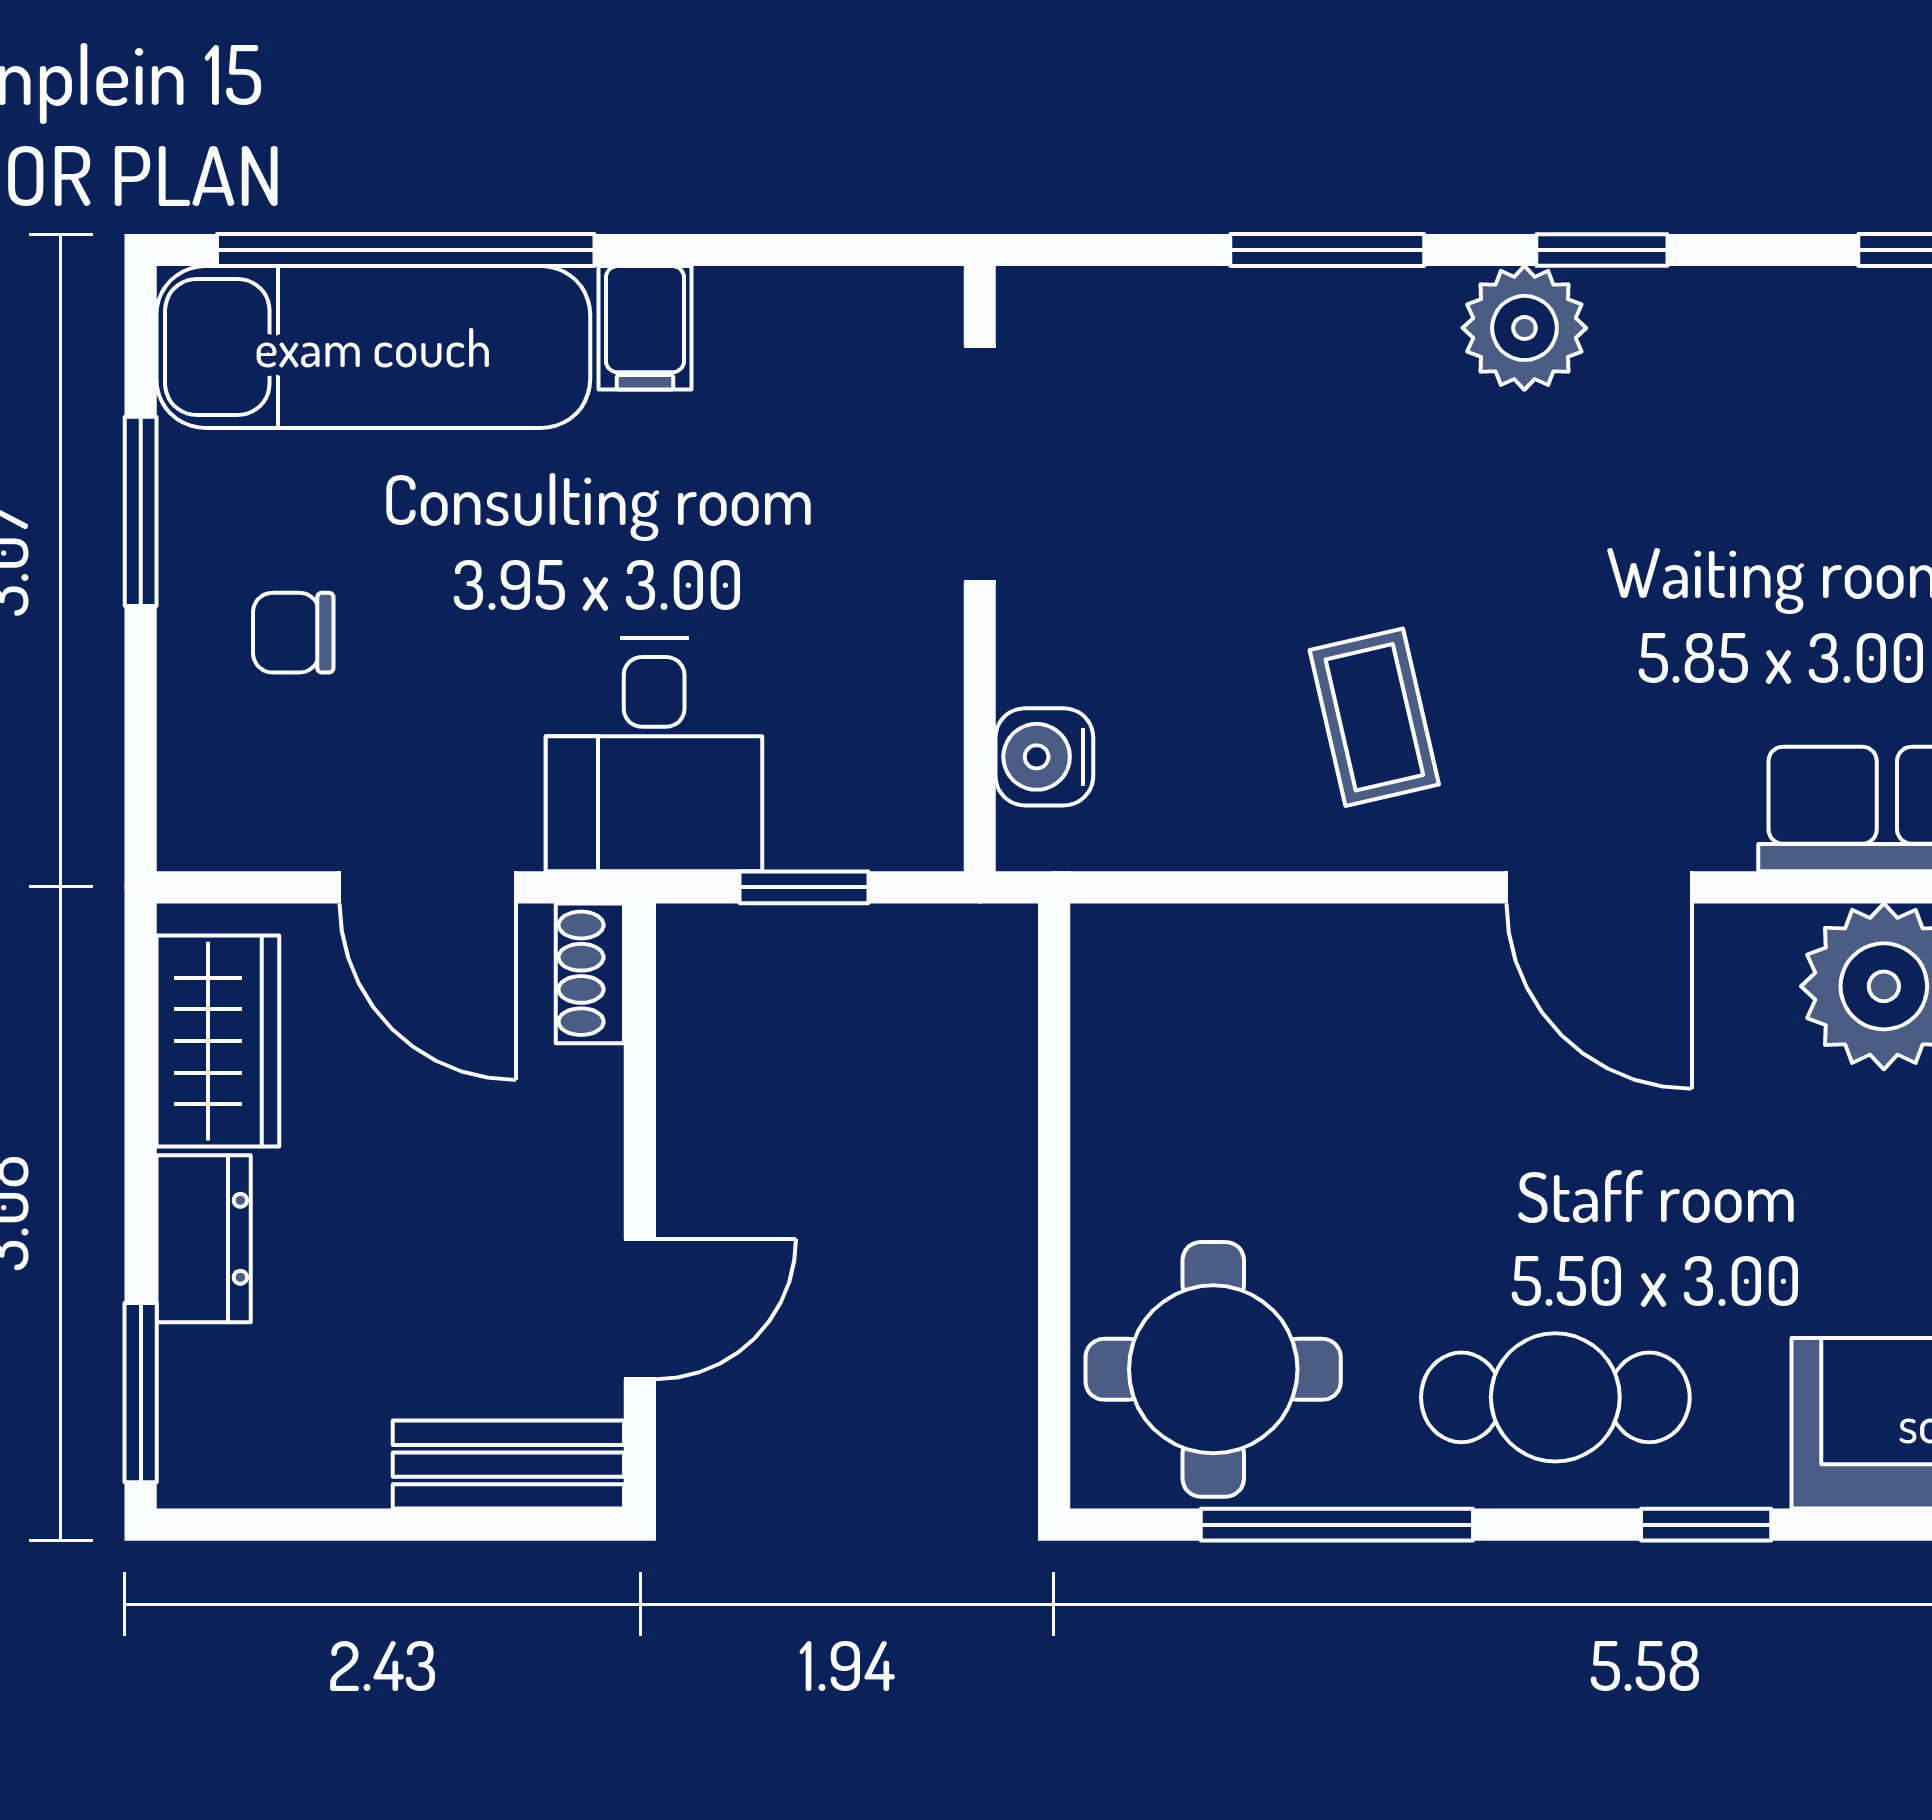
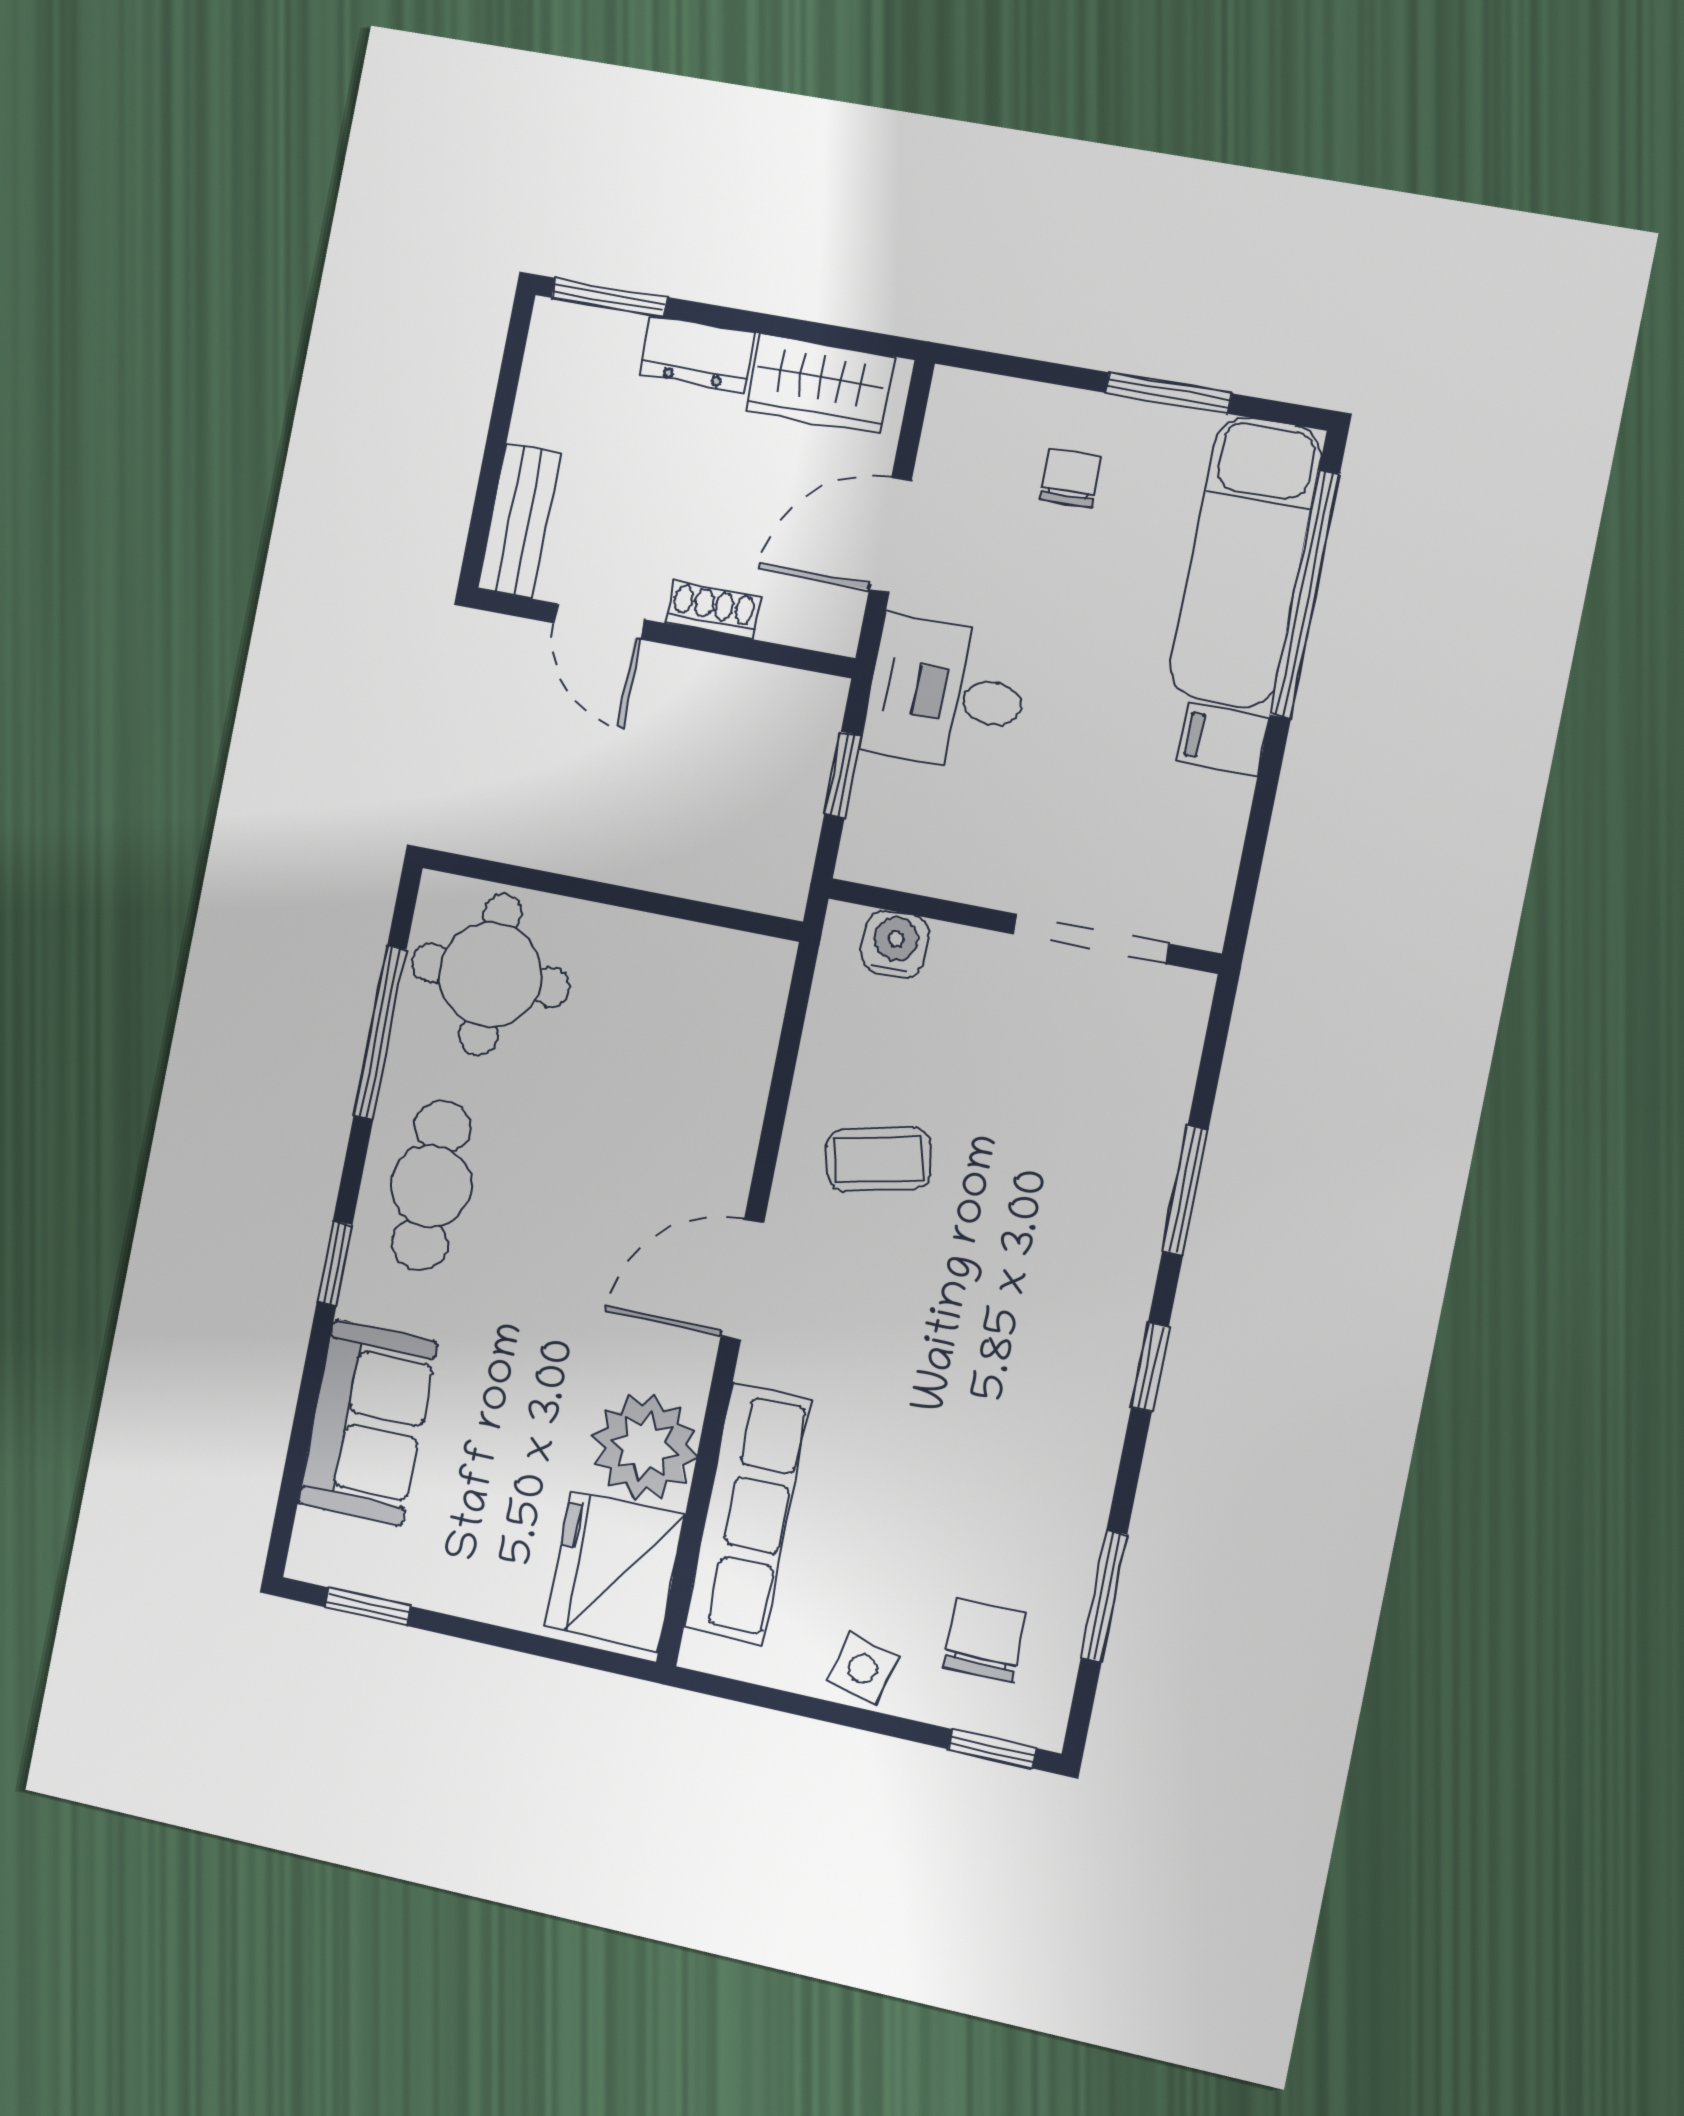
plant: (1524, 328) -> (1109, 1307), removed
shoe rack: (590, 973) -> (713, 610), moved

